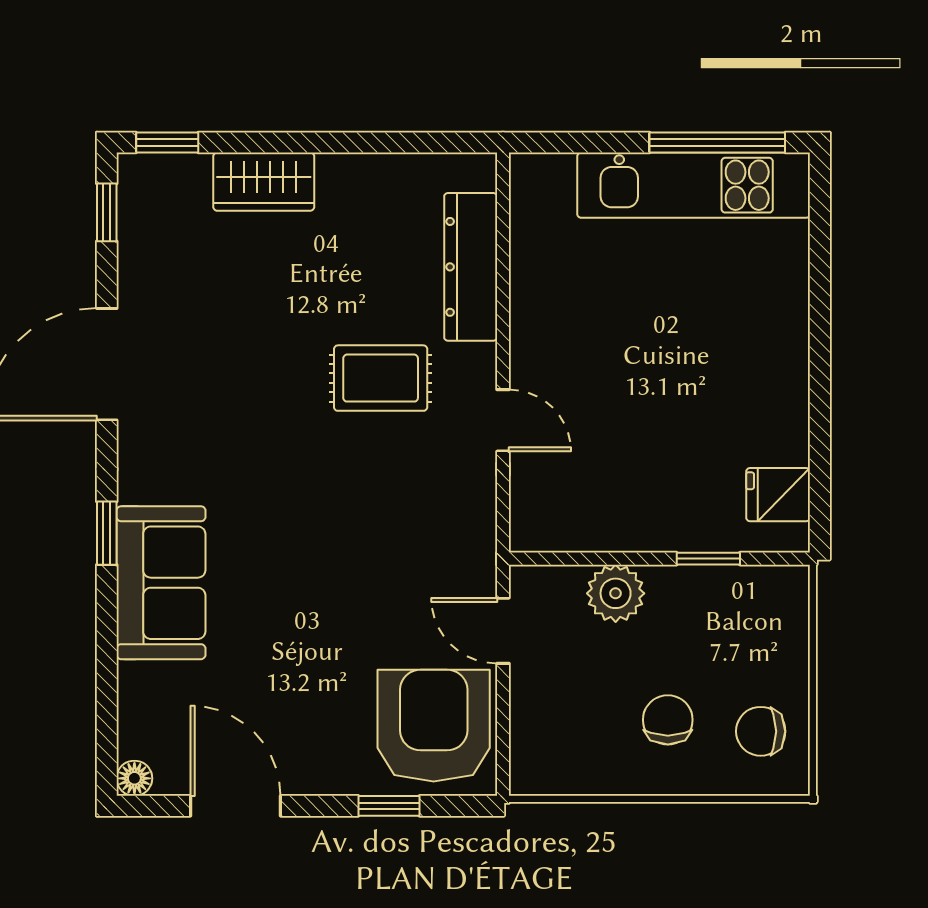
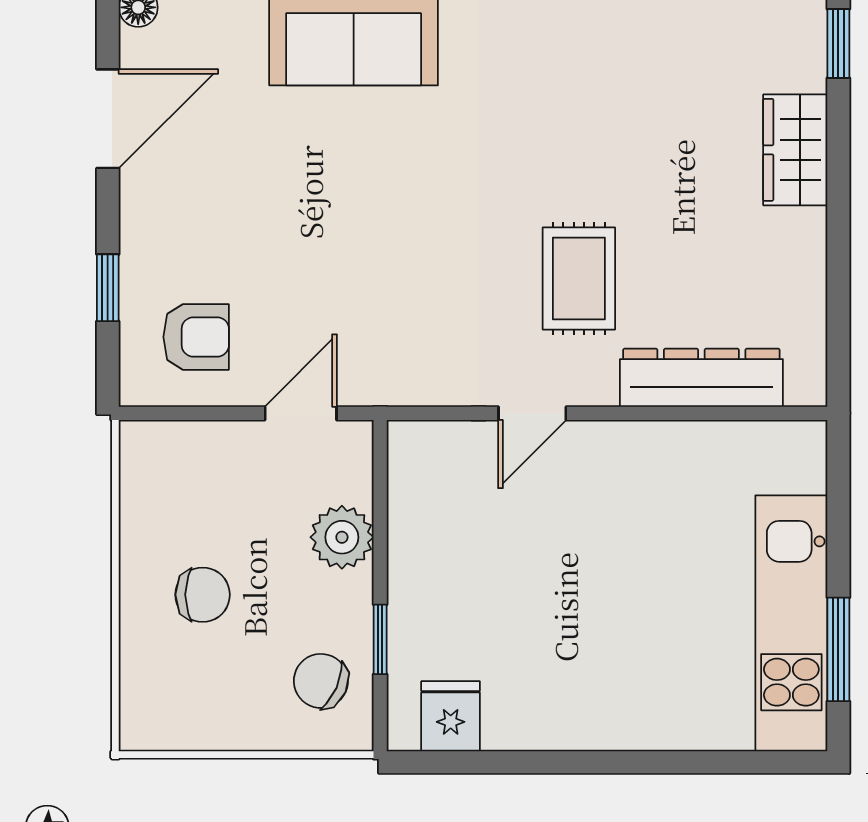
window: (717, 142) -> (838, 649), width x0.69
armchair: (434, 726) -> (196, 337), width x0.53, depth x0.53
chair: (761, 731) -> (321, 681), moved, turned -66

